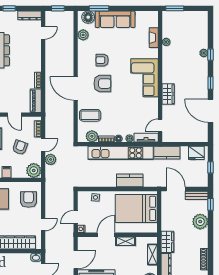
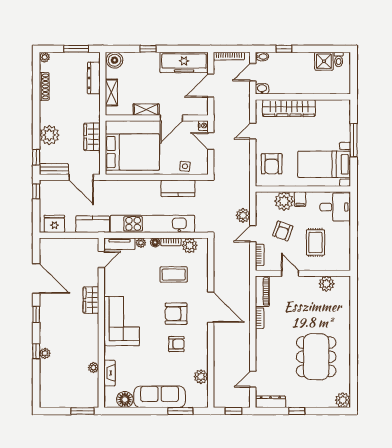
floor lamp: (88, 17) -> (125, 400), moved
coffee table: (90, 115) -> (174, 274), moved
window: (210, 167) -> (36, 191), moved
plant: (34, 170) -> (284, 201), moved
kitchen counter: (130, 180) -> (178, 188), moved
door: (76, 217) -> (211, 141), swing flipped
wardrobe: (167, 242) -> (92, 137), moved

